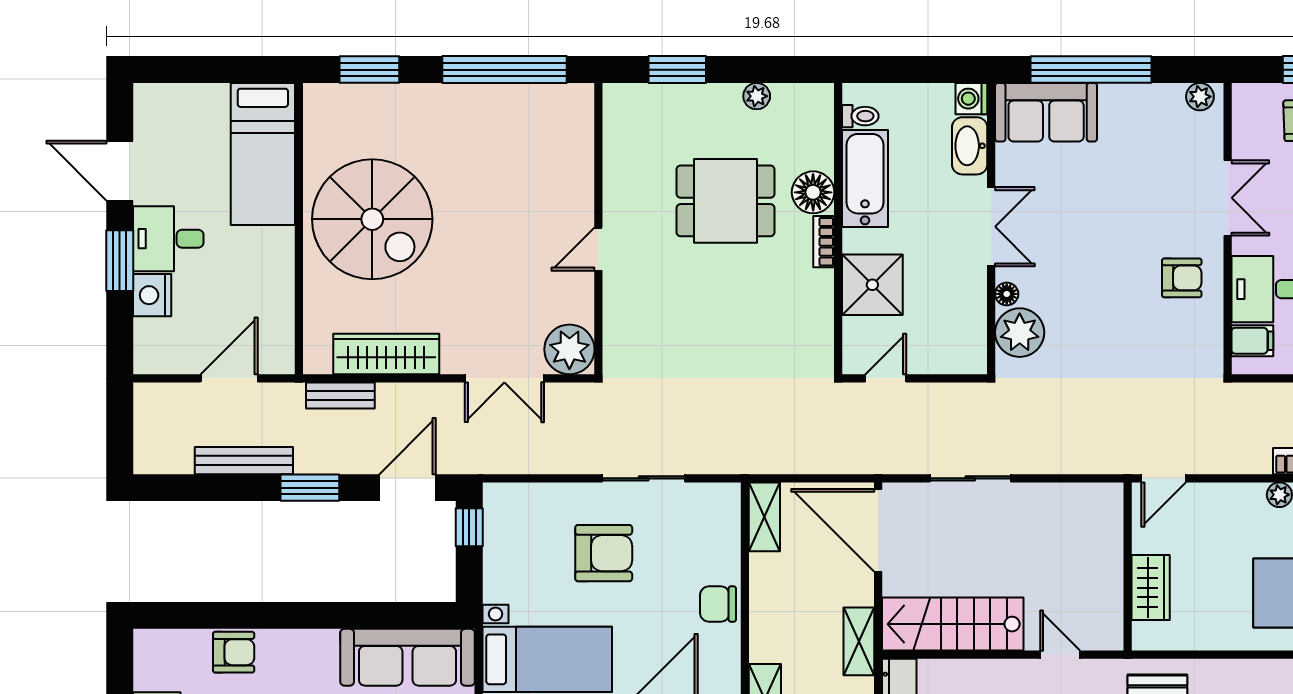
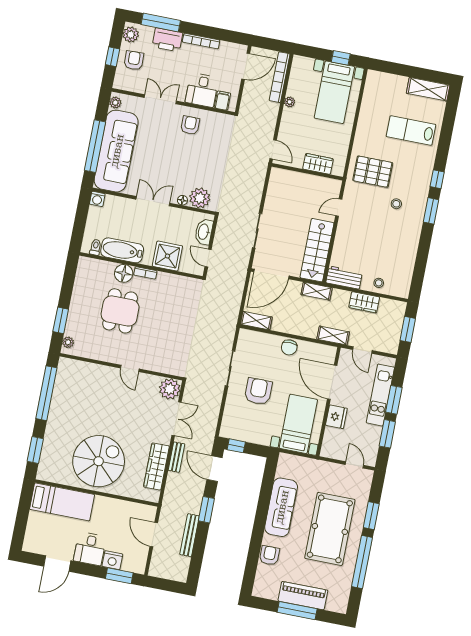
plant: (757, 96) -> (68, 342), moved
sofa: (1046, 112) -> (116, 151), width x1.85, depth x1.27
washbasin: (970, 146) -> (204, 232), moved, turned 90
window: (120, 261) -> (119, 576), moved
bench: (340, 395) -> (176, 457), moved
sofa: (407, 657) -> (281, 507), moved

